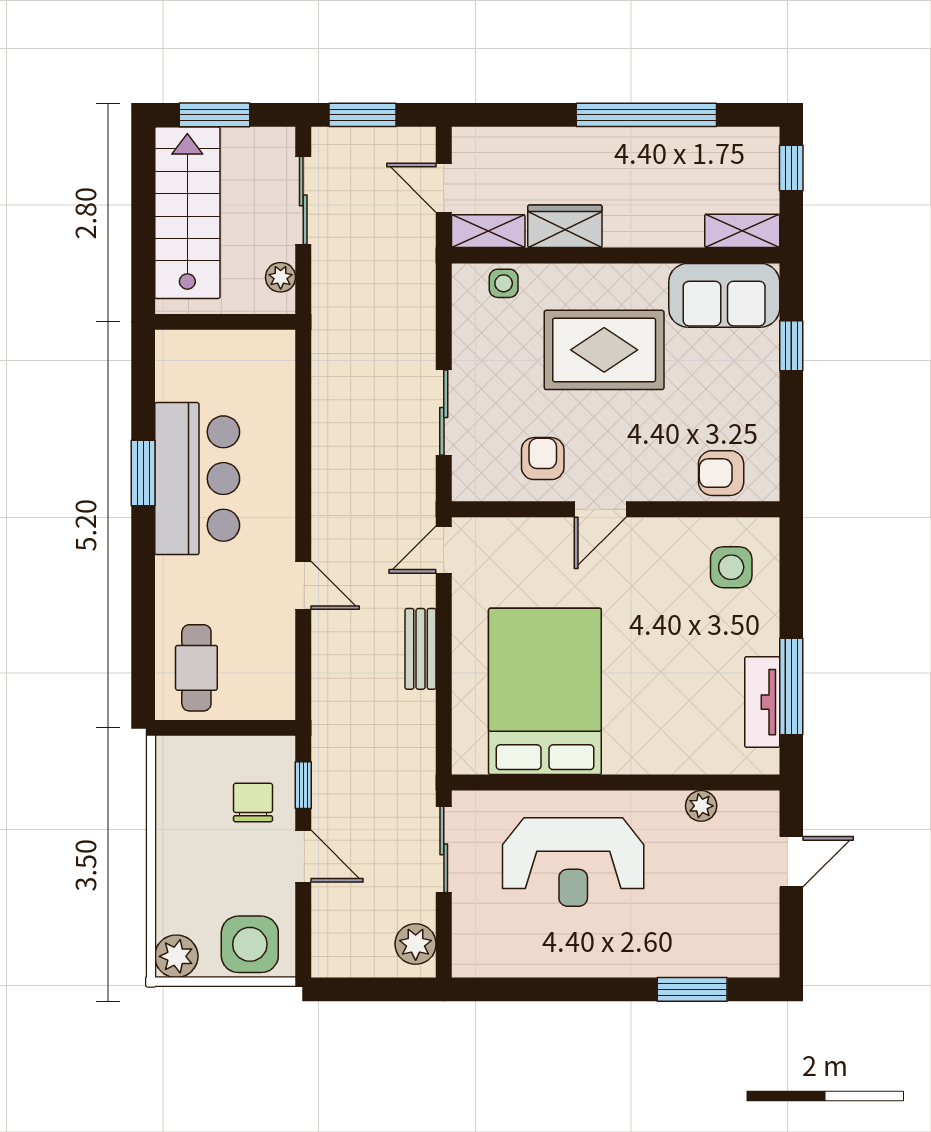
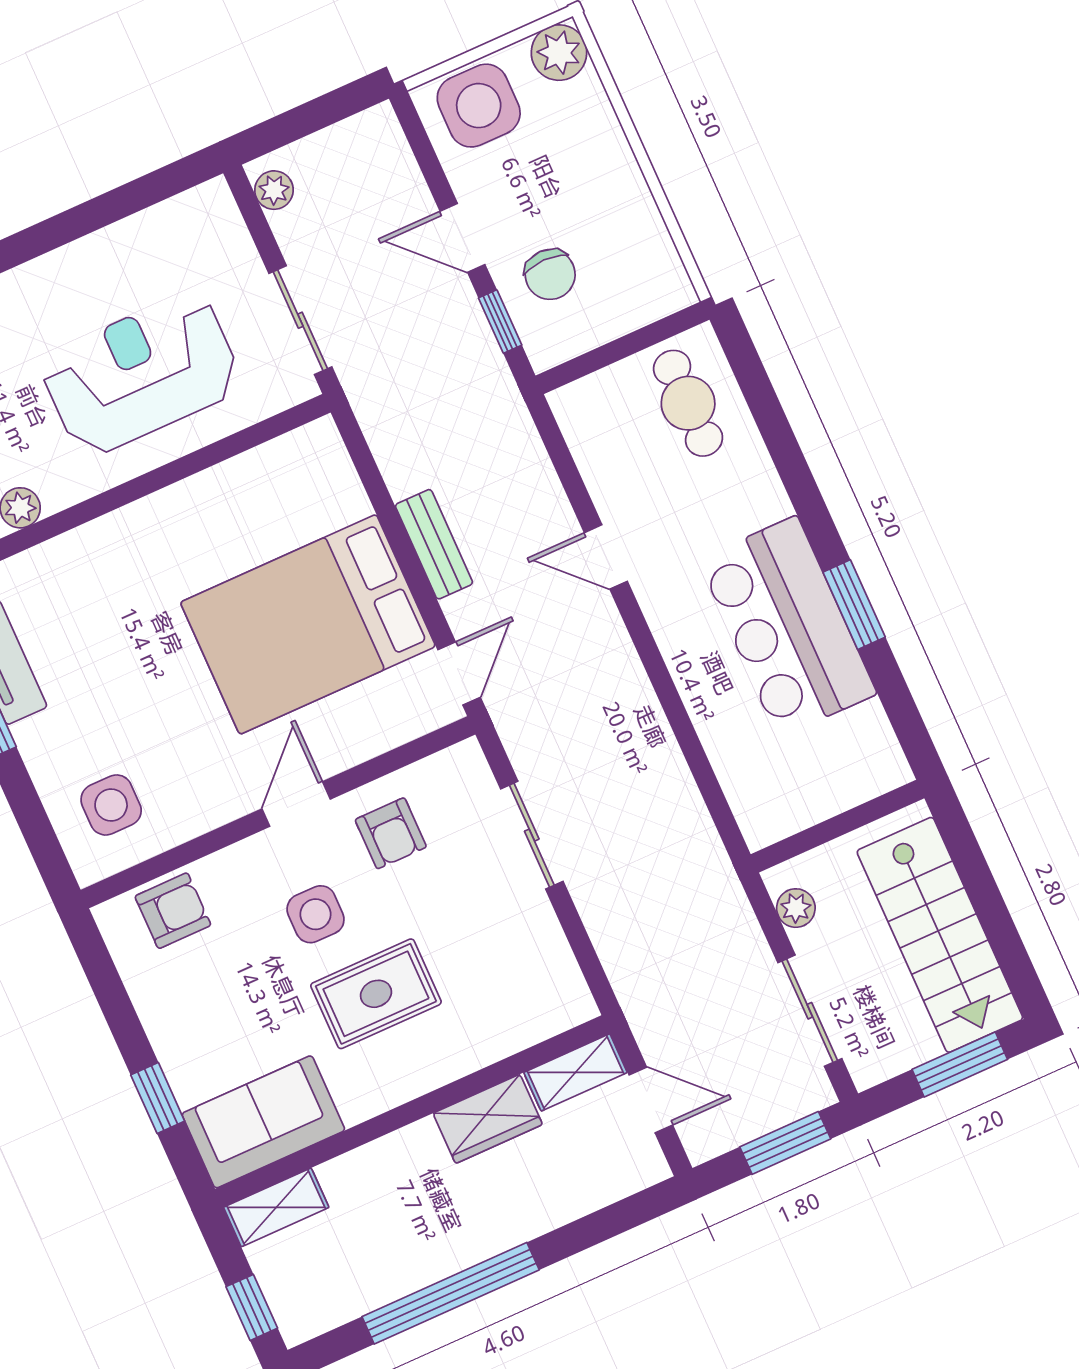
side table: (504, 283) -> (316, 914), moved, width x1.37, depth x1.37
rug: (604, 350) -> (376, 994), width x0.73, depth x0.70
bed: (545, 691) -> (308, 624), moved, turned 90
plant: (416, 944) -> (274, 190), width x0.73, depth x0.73

